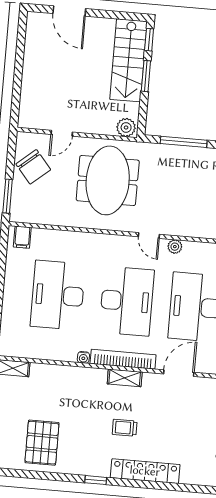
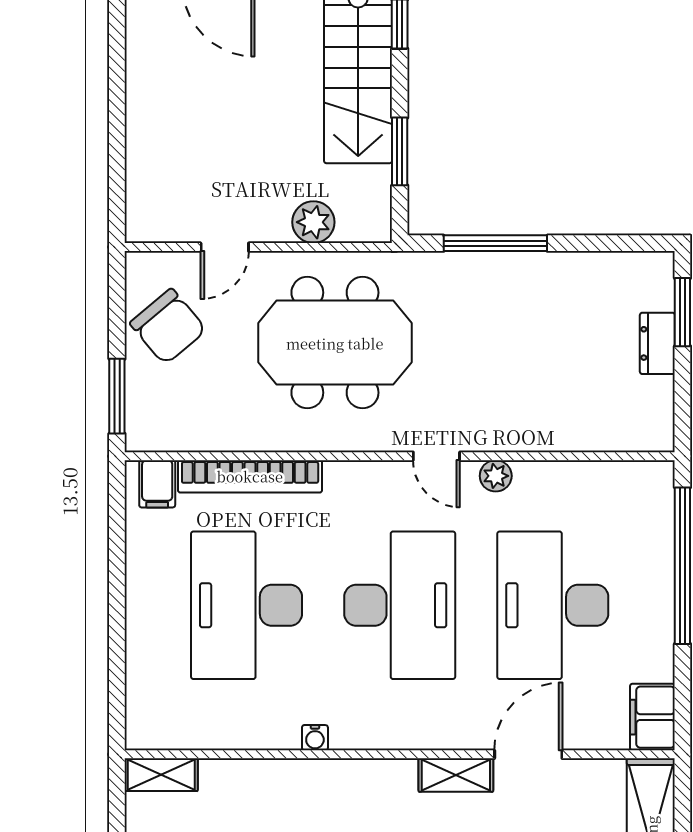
window: (146, 76) -> (400, 151), moved
plant: (126, 127) -> (313, 222), moved
meeting table: (108, 180) -> (335, 343), turned 90
bookcase: (123, 359) -> (250, 476), moved, turned 180
shelving: (125, 378) -> (456, 775), moved

